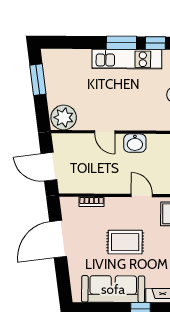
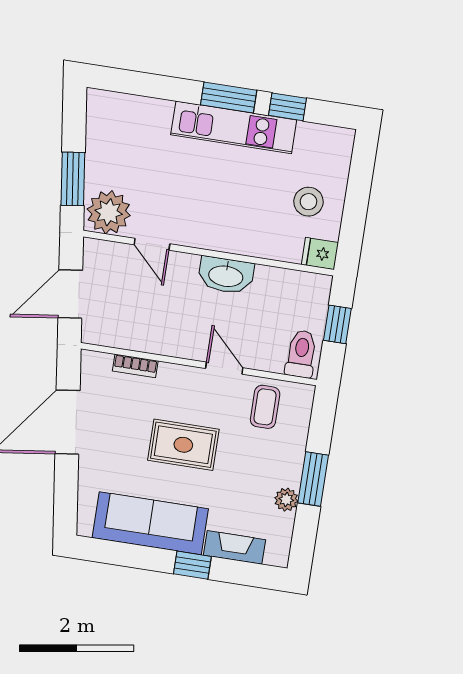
window: (38, 80) -> (73, 179), moved
door: (105, 132) -> (152, 244), moved
washbasin: (135, 143) -> (226, 275), width x1.38
door: (49, 167) -> (70, 294), hinge flipped

